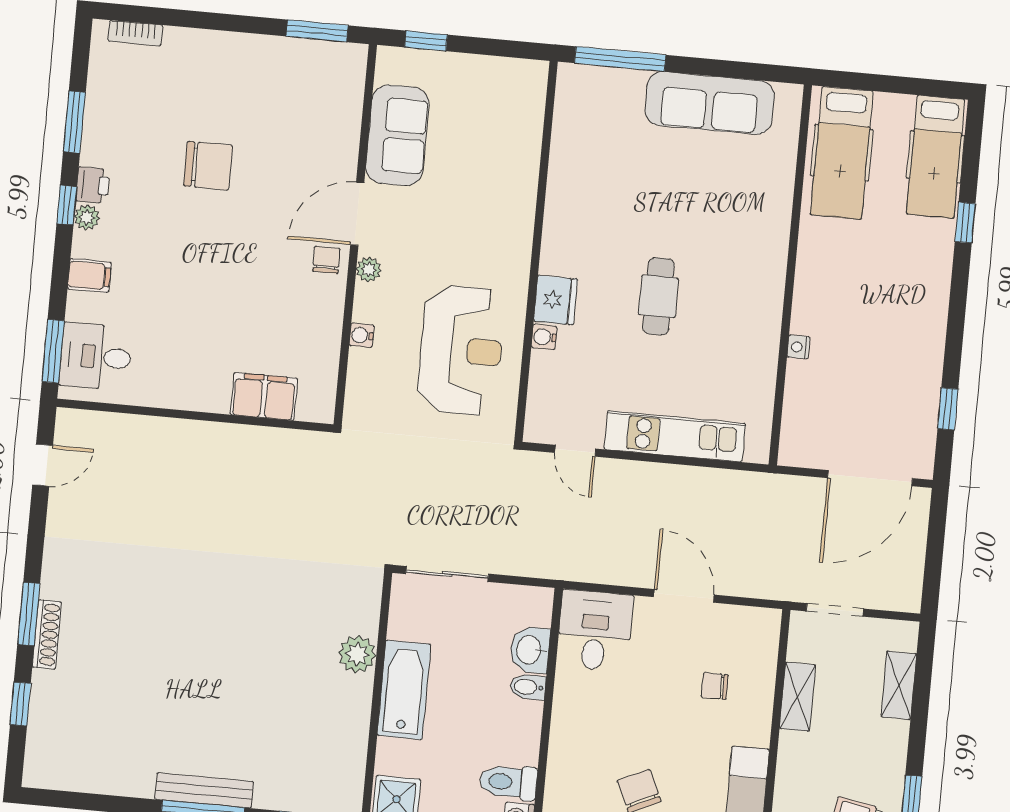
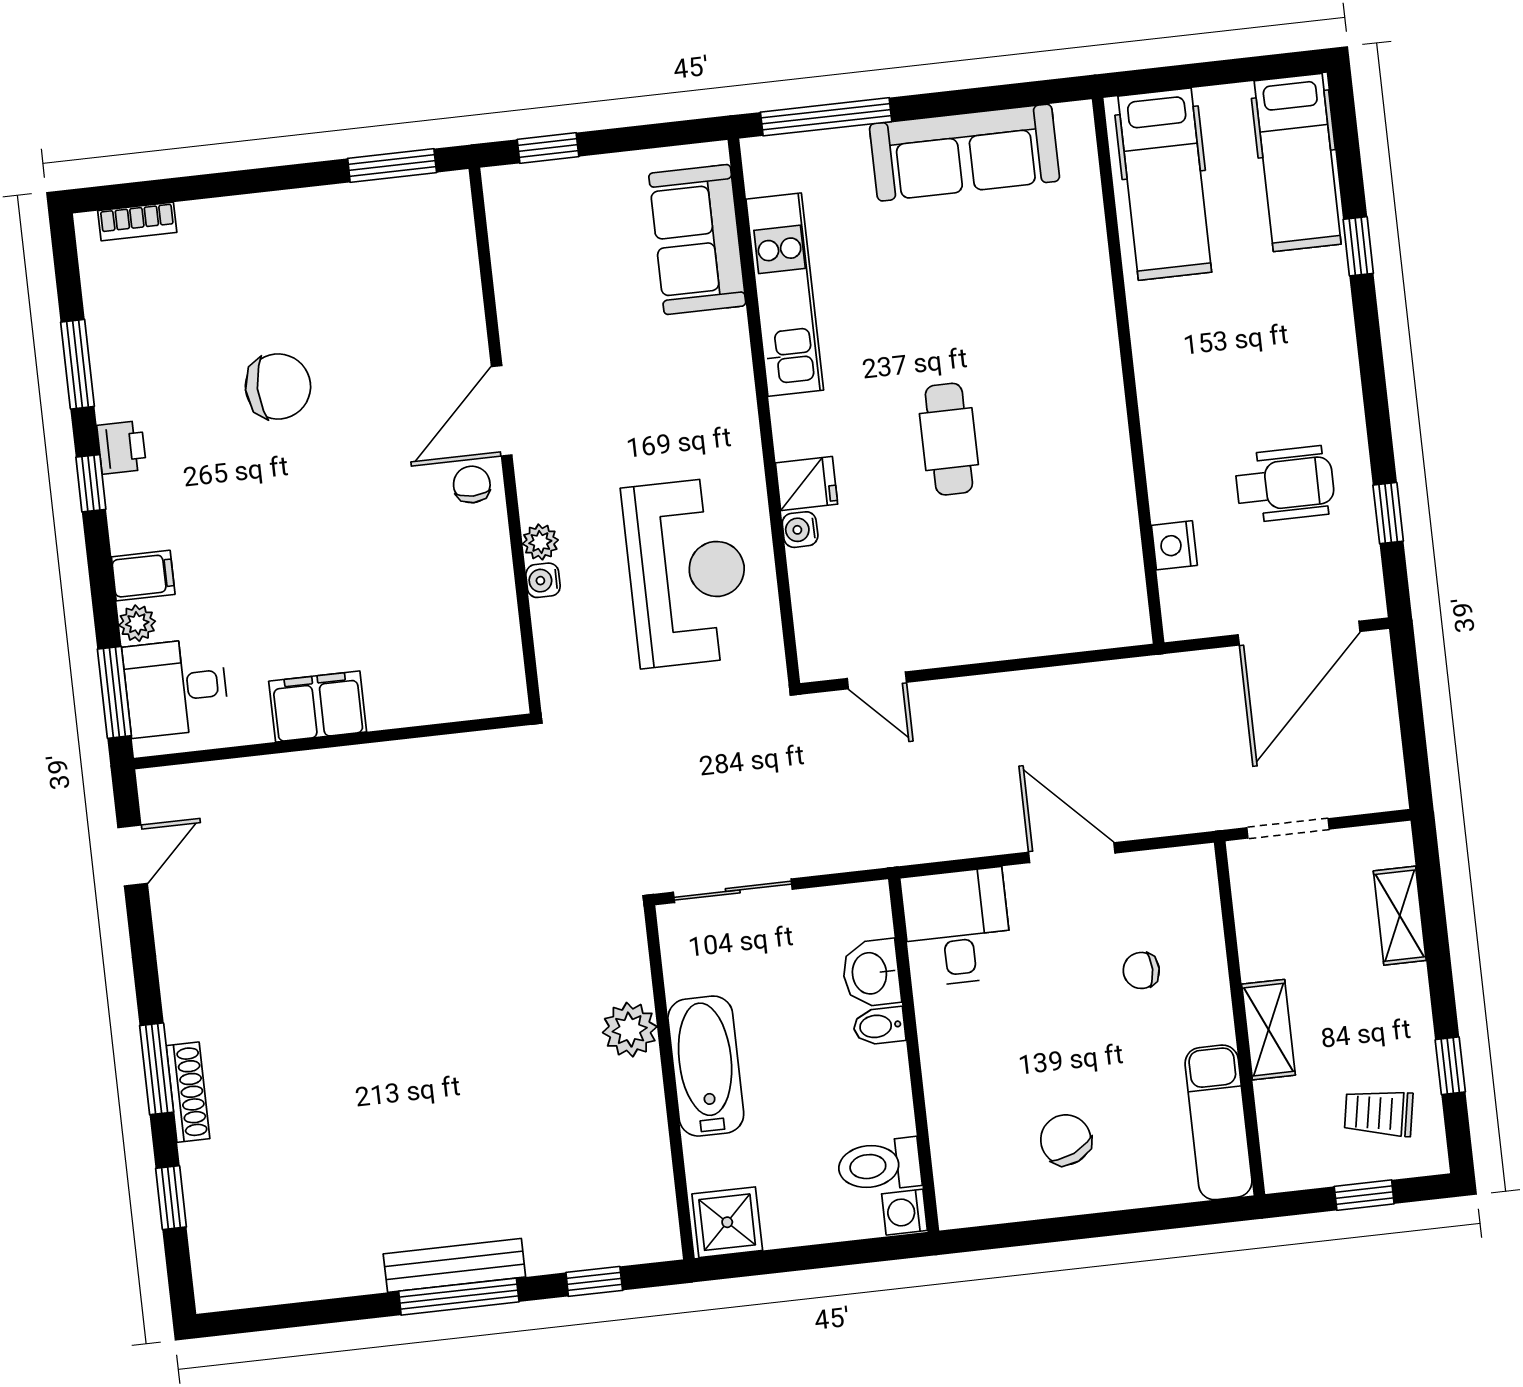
sofa: (397, 135) -> (697, 240), moved, turned 180
plant: (87, 217) -> (137, 623), moved
plant: (369, 270) -> (540, 542), moved
fridge: (556, 300) -> (807, 484), width x0.72
nightstand: (798, 347) -> (1174, 545), moved, width x1.39, depth x1.35
wheelchair: (881, 375) -> (1285, 484), added
filing cabinet: (264, 396) -> (318, 706), moved
kitchen unit: (675, 436) -> (785, 295), moved, turned 90
shelving: (797, 697) -> (1268, 1030), moved

